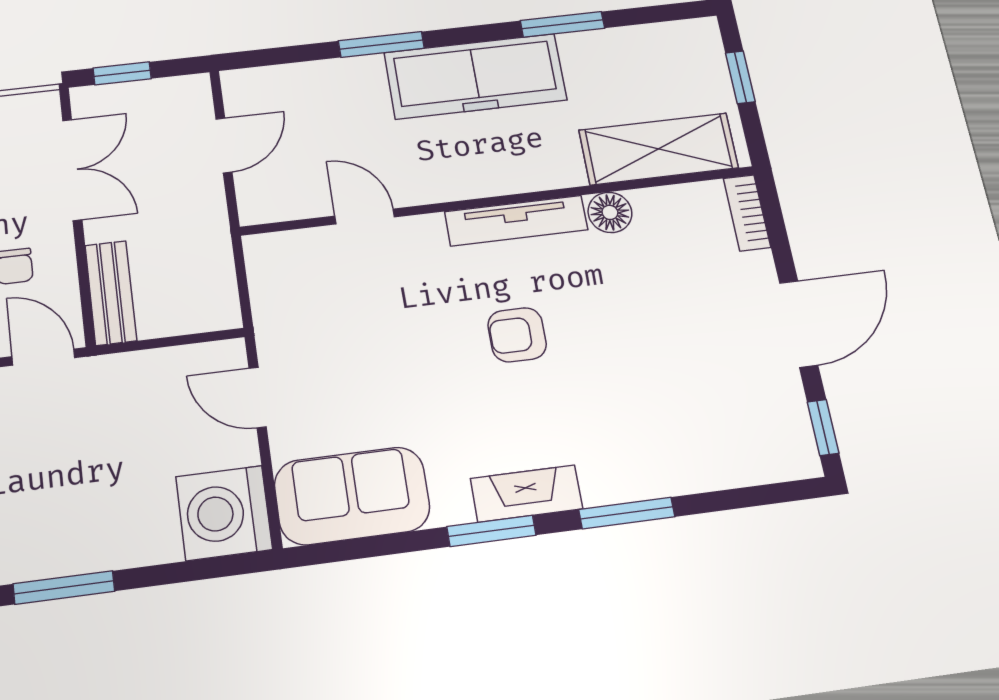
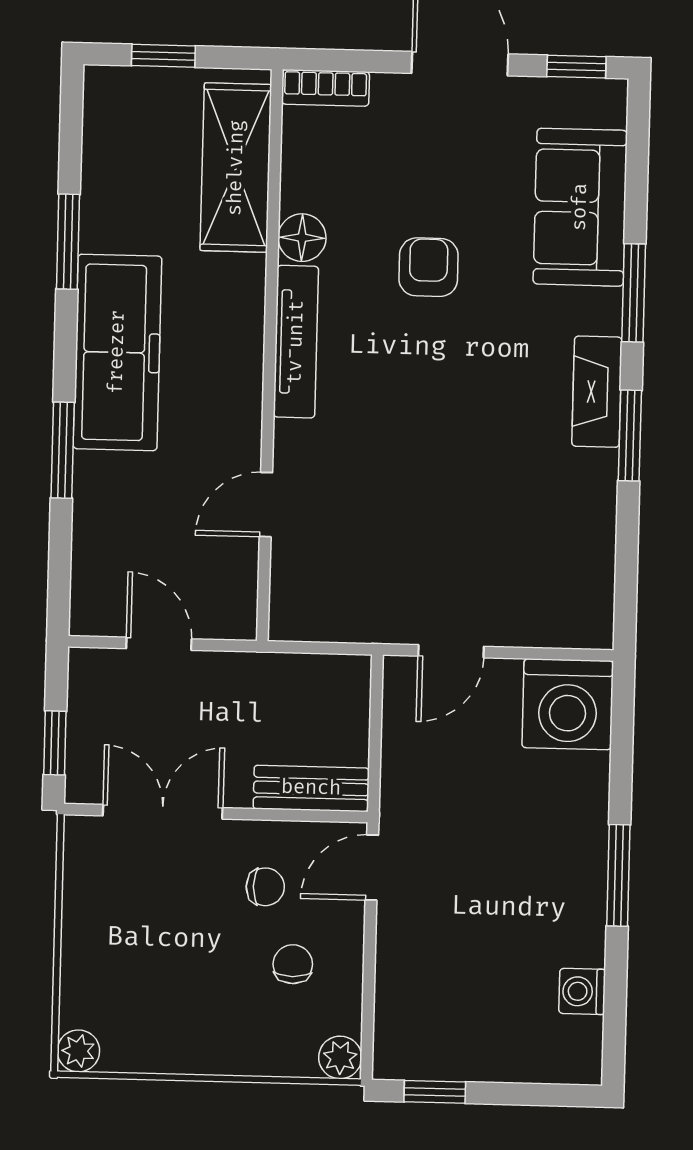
armchair: (517, 335) -> (429, 267), moved, turned 180
sofa: (352, 496) -> (580, 207), moved

